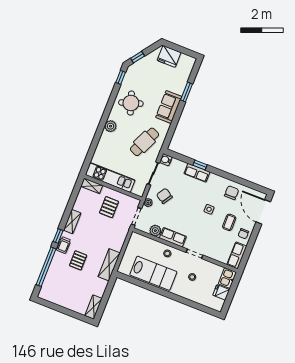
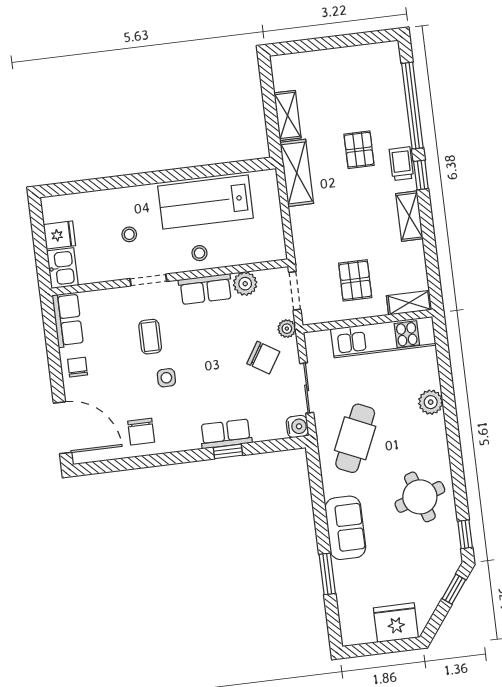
plant: (111, 126) -> (431, 402), moved
coffee table: (229, 222) -> (150, 337), moved
shelving: (93, 307) -> (288, 115), moved

